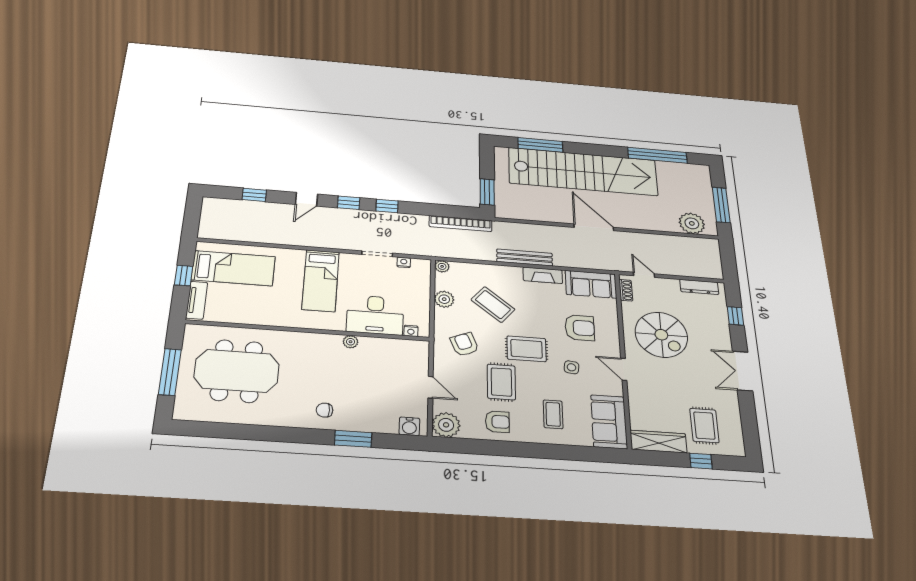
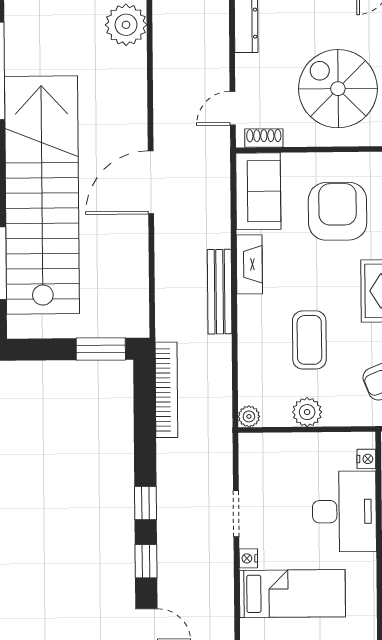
nightstand: (404, 262) -> (248, 558), moved
coffee table: (493, 305) -> (309, 340), turned -39
armchair: (580, 328) -> (338, 211), width x1.36, depth x1.36
spiral stairs: (661, 335) -> (338, 89), turned -90

